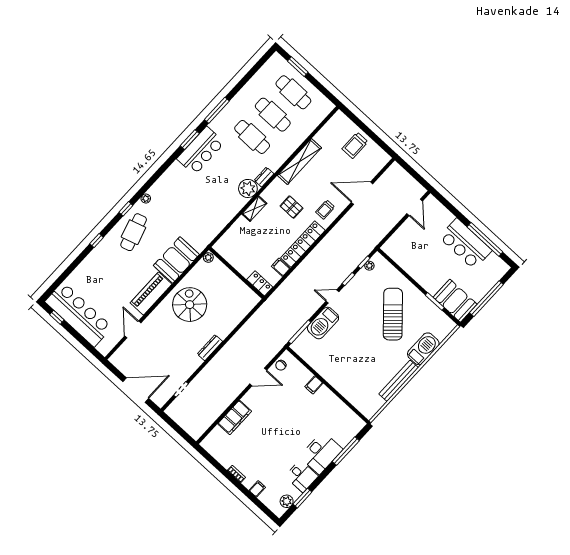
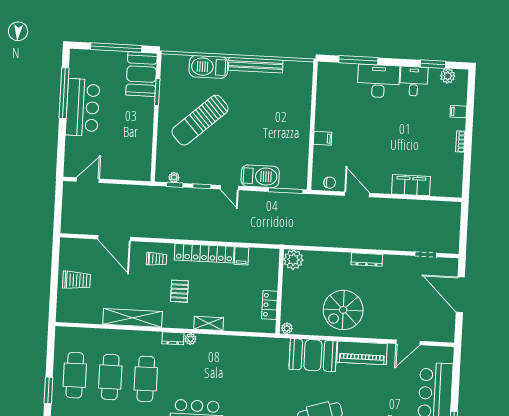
plant: (248, 188) -> (191, 339), width x0.53, depth x0.53
locker: (260, 283) -> (270, 305), moved
plant: (250, 299) -> (293, 260), added

